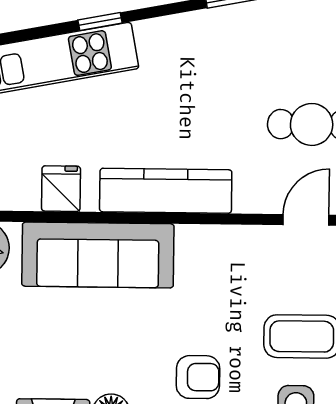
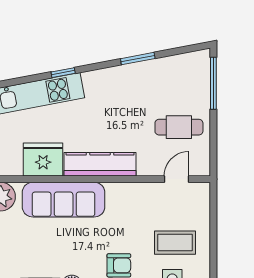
fridge: (61, 189) -> (43, 160), width x1.88, depth x1.34

